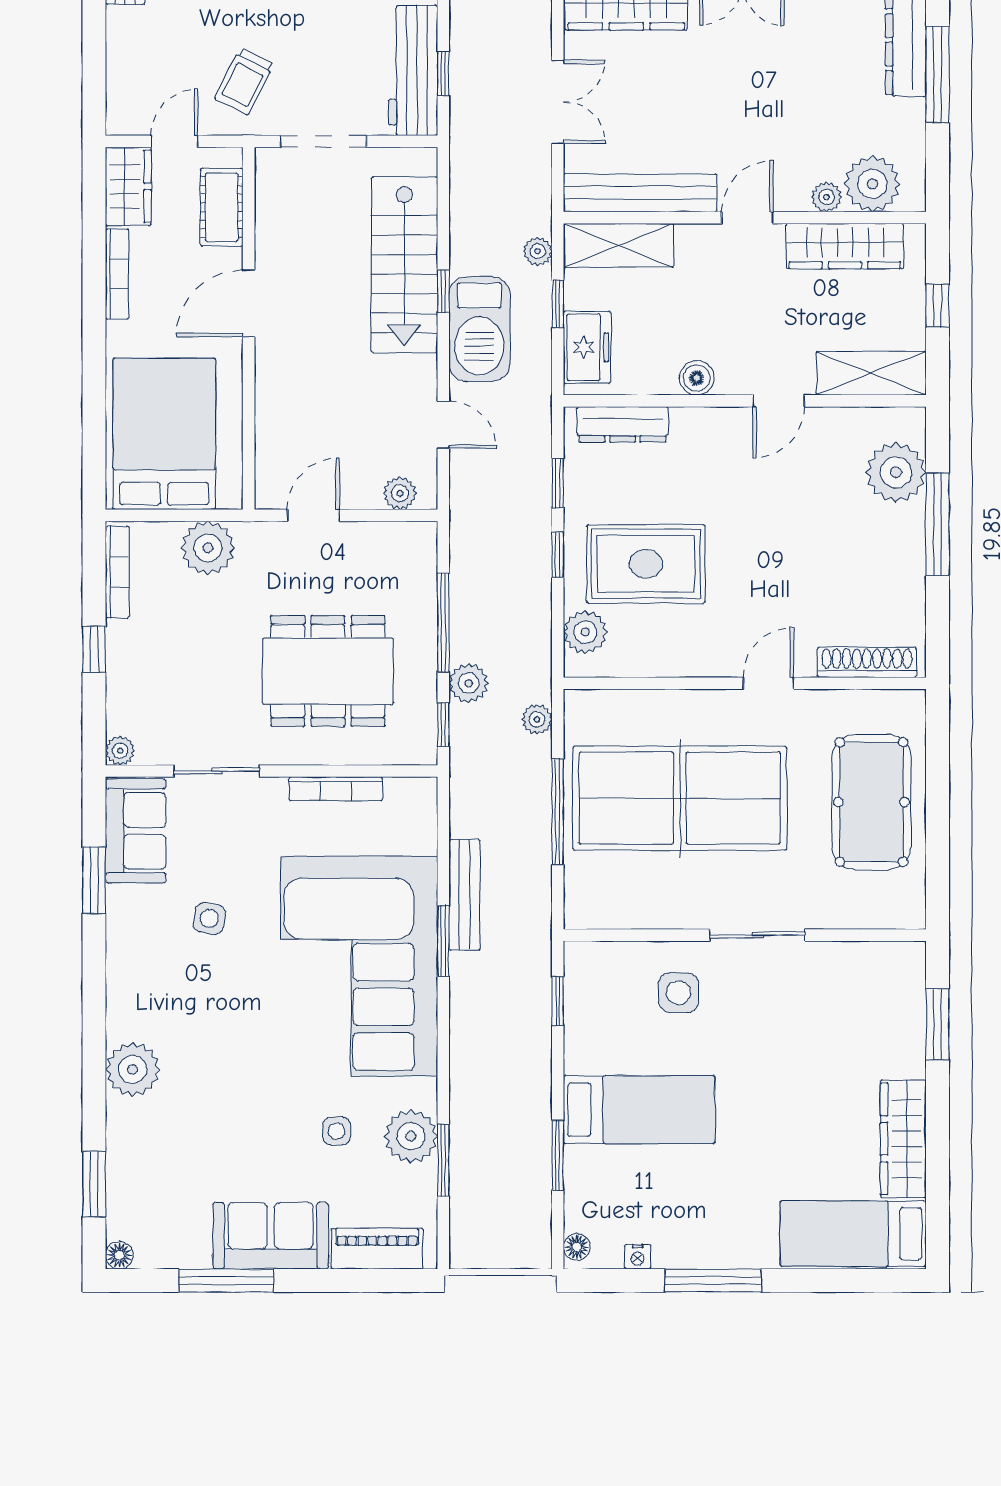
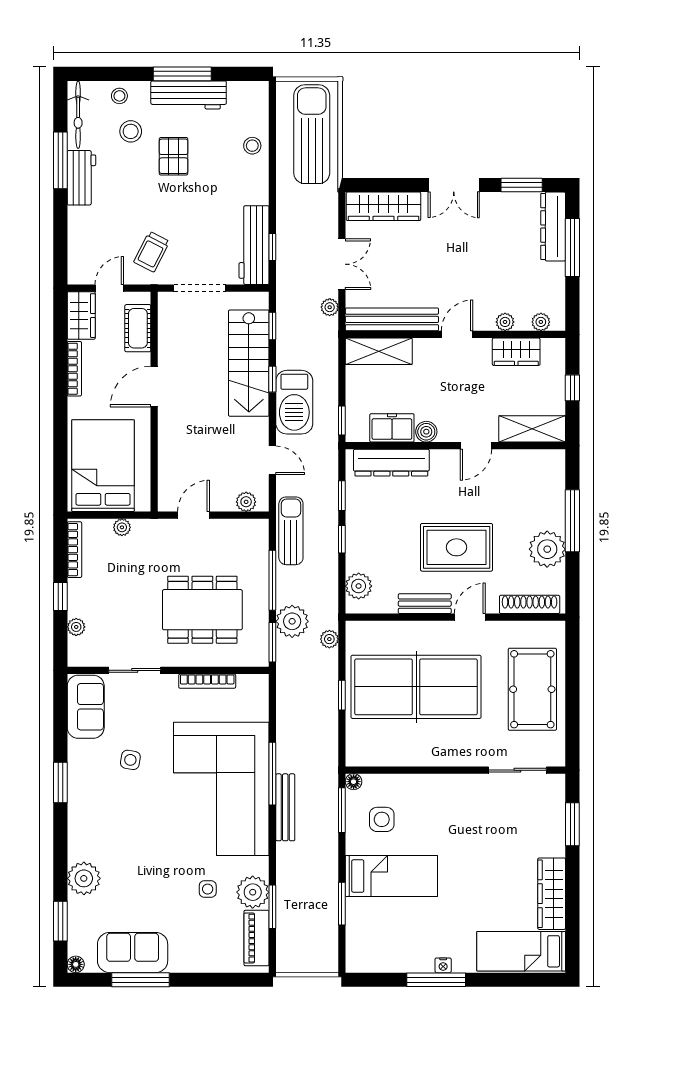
plant: (872, 184) -> (541, 322), width x0.53, depth x0.53
window: (443, 204) -> (272, 326), added
wardrobe: (845, 246) -> (516, 352), width x0.67
plant: (538, 251) -> (330, 307), moved
window: (558, 304) -> (342, 421), moved
freezer: (587, 347) -> (392, 428), moved, turned -90
dresser: (623, 424) -> (391, 463), width x1.37, depth x1.24
plant: (896, 472) -> (547, 549), moved
sun lounger: (474, 541) -> (291, 531), added
plant: (208, 548) -> (122, 527), width x0.53, depth x0.53
rug: (646, 564) -> (457, 547), moved
bench: (694, 661) -> (425, 604), added
plant: (469, 683) -> (292, 621), width x1.36, depth x1.36
window: (443, 725) -> (272, 642), width x1.50
plant: (120, 751) -> (76, 627), moved
window: (558, 812) -> (342, 695), width x0.46
window: (94, 880) -> (60, 782), moved
bench: (464, 895) -> (285, 807), moved
sliding door: (758, 935) -> (517, 770), moved
window: (443, 941) -> (272, 774), width x1.44
side table: (679, 993) -> (382, 819), moved
window: (558, 1001) -> (342, 810), width x1.50
plant: (133, 1069) -> (84, 878), moved
sofa: (271, 1236) -> (133, 953), moved
floor lamp: (577, 1247) -> (354, 782), moved
piano: (377, 1249) -> (256, 938), moved, turned -90
nightstand: (638, 1257) -> (443, 965), moved

